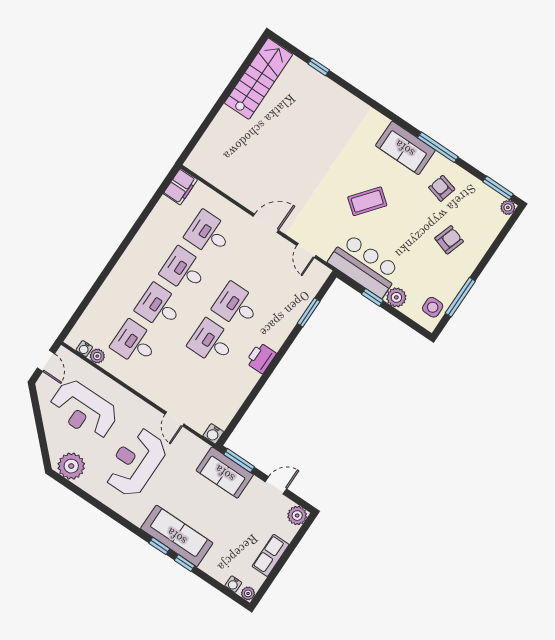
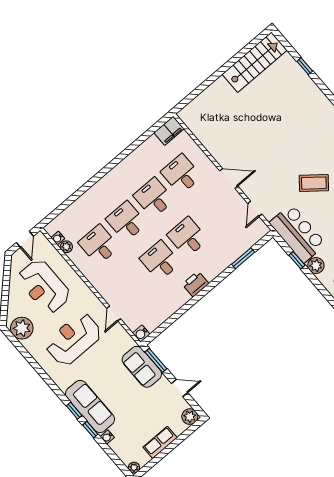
water cooler: (233, 584) -> (107, 437), moved

